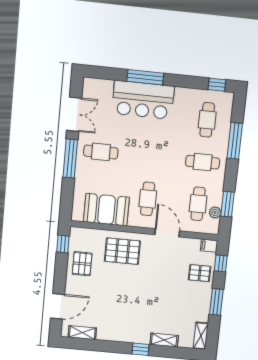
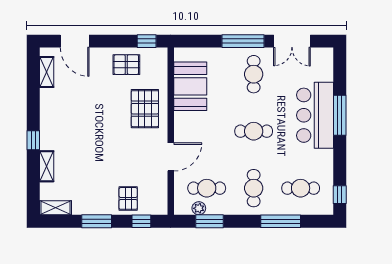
cafe table: (148, 199) -> (254, 131), moved
filing cabinet: (209, 246) -> (161, 206), removed

